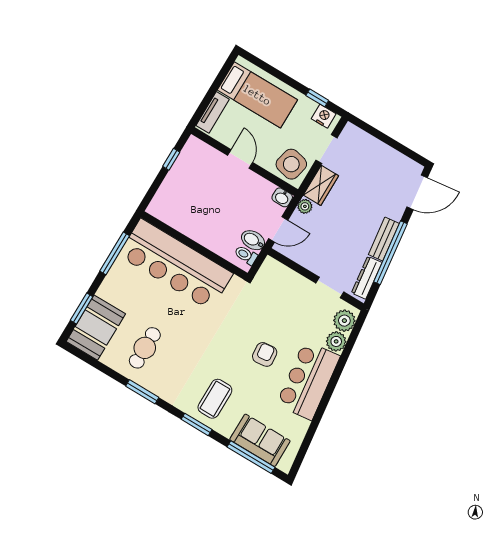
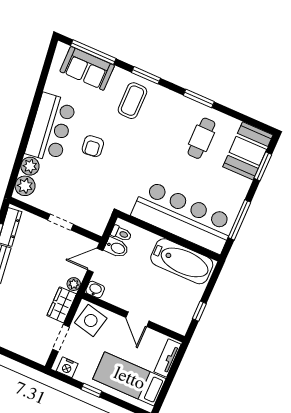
window: (317, 98) -> (91, 390), moved
bathtub: (184, 216) -> (182, 261), added
doorway: (330, 287) -> (61, 222), moved

